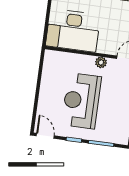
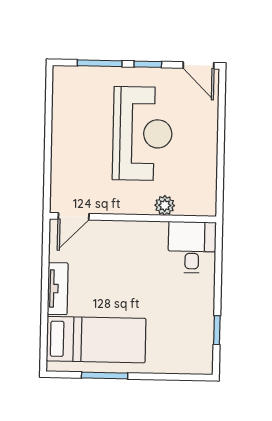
desk: (73, 30) -> (192, 247), width x0.53, depth x0.77
plant: (101, 62) -> (165, 205), moved

